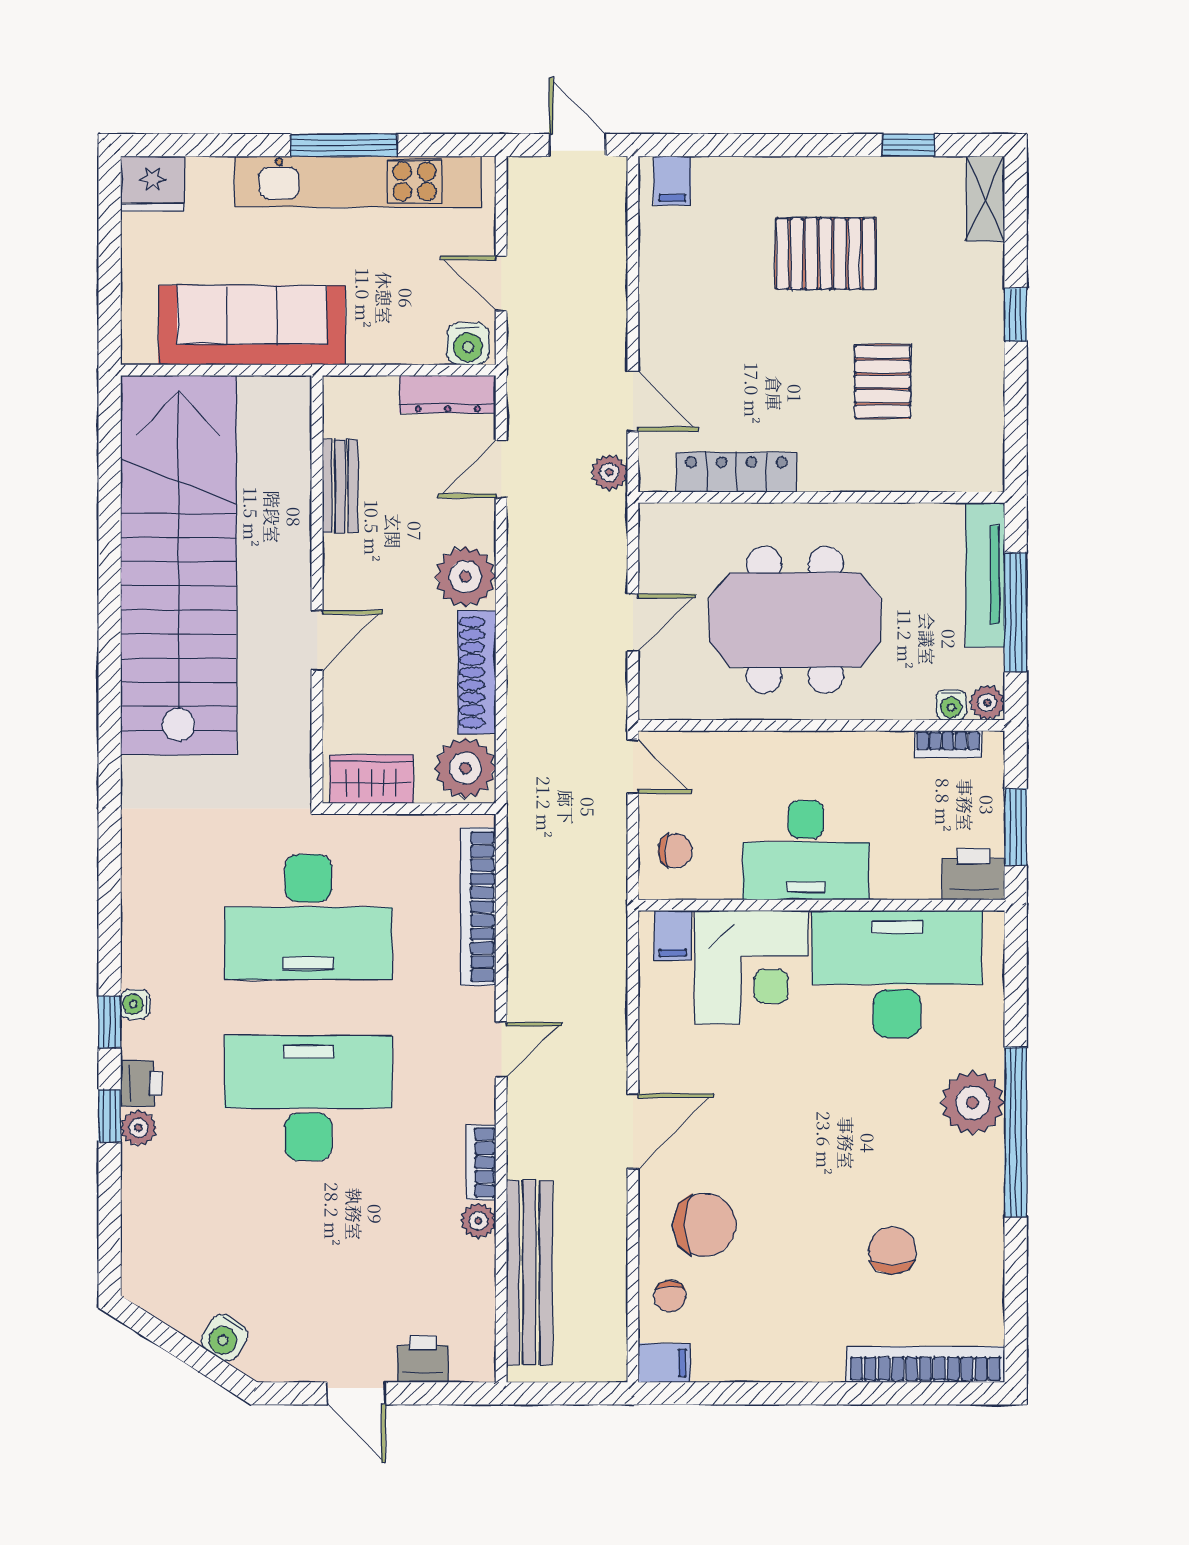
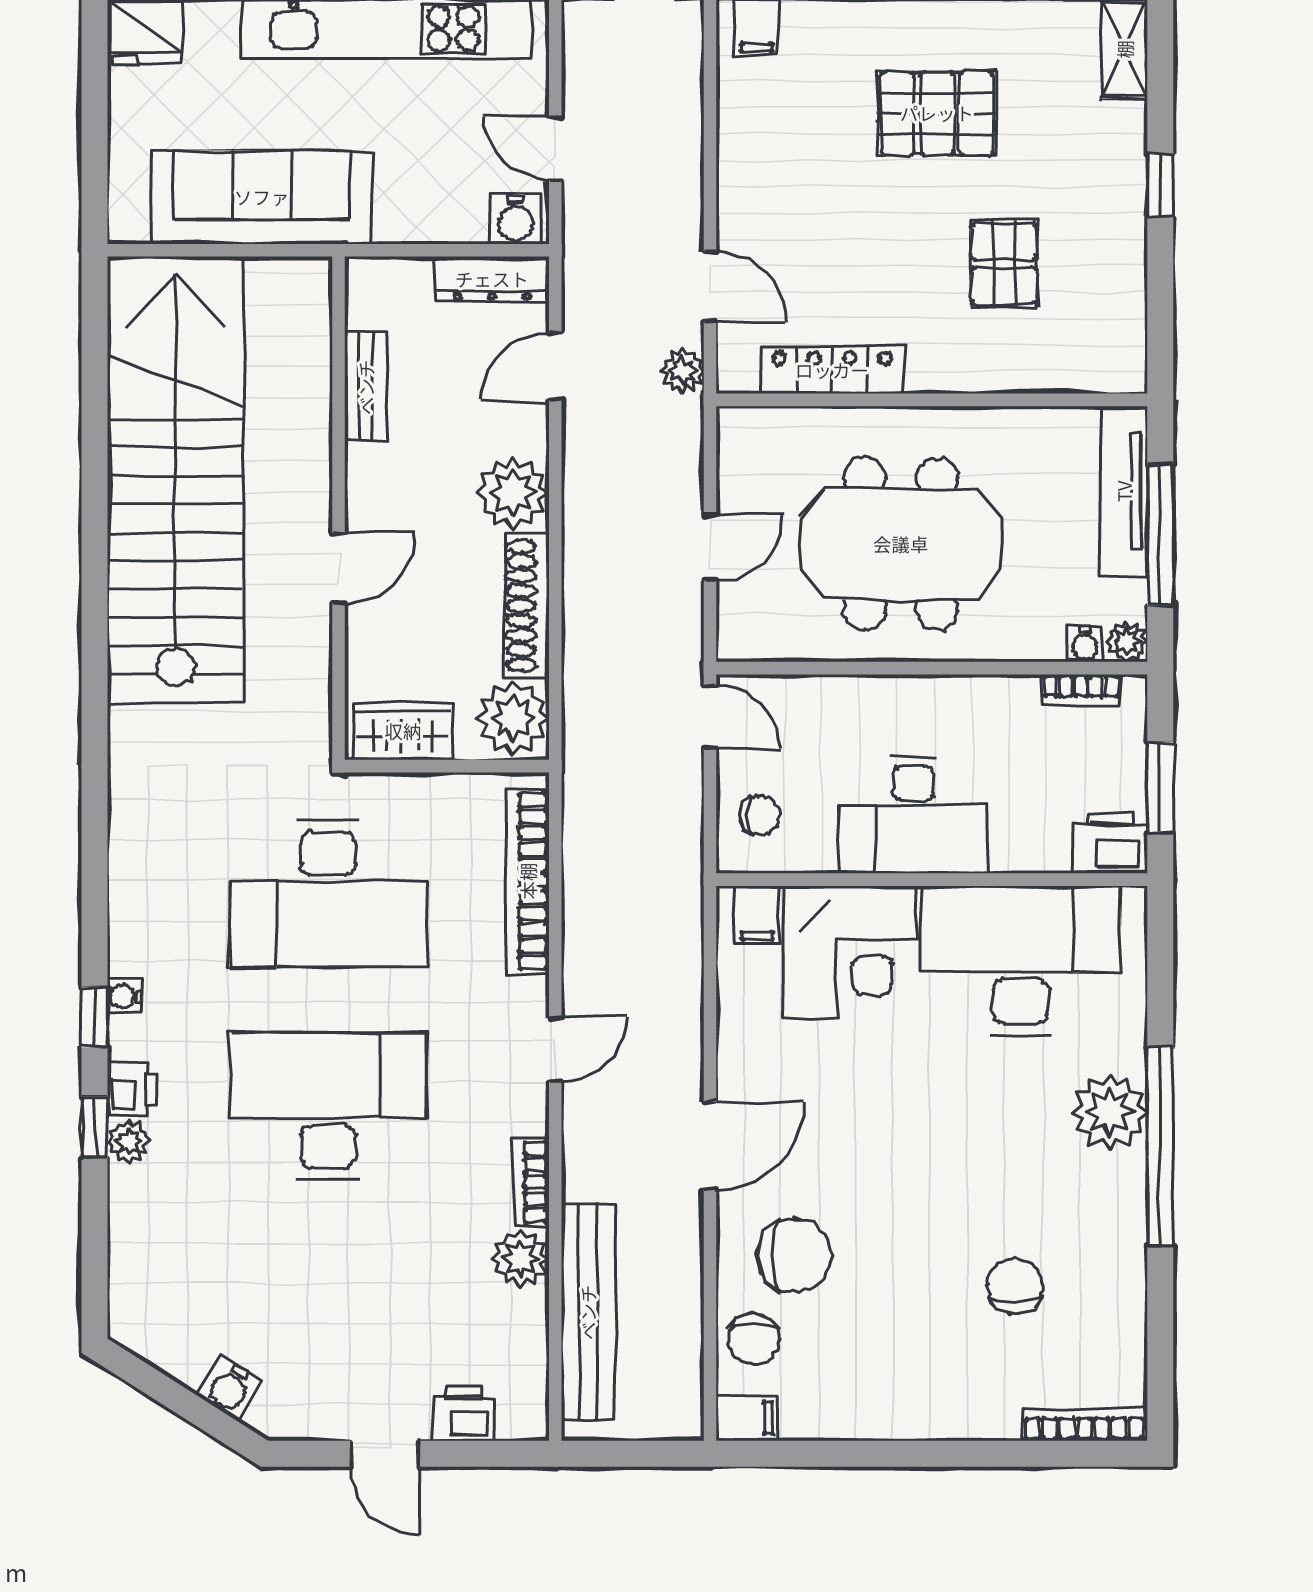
plant: (478, 1221) -> (520, 1259), width x1.38, depth x1.38
chair: (670, 1296) -> (754, 1339), width x1.37, depth x1.37
bookcase: (926, 1364) -> (1084, 1425), width x0.68, depth x0.76

